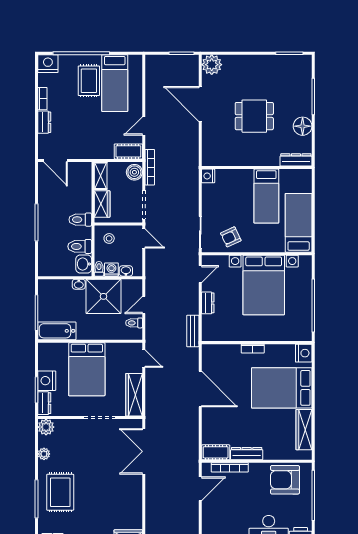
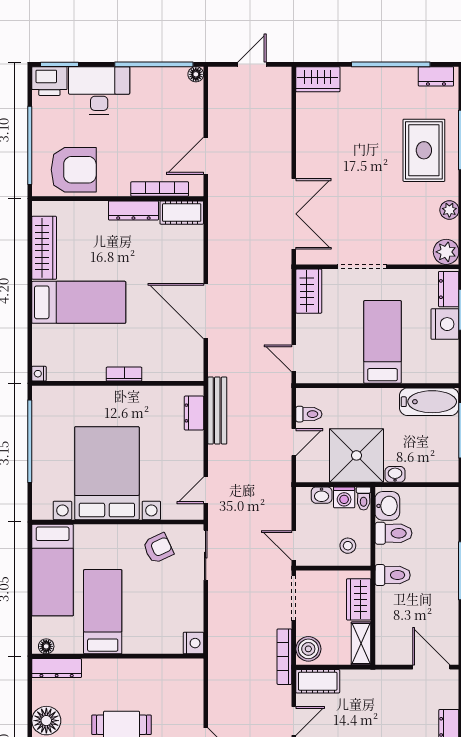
floor lamp: (303, 174) -> (46, 646), added
dresser: (208, 303) -> (194, 413), moved
bench: (193, 331) -> (217, 410), width x1.36
nightstand: (304, 353) -> (39, 374), width x0.53, depth x0.56
bed: (87, 369) -> (382, 342), width x0.67
bed: (282, 388) -> (79, 302), width x0.67
wardrobe: (134, 395) -> (309, 291), width x0.67

